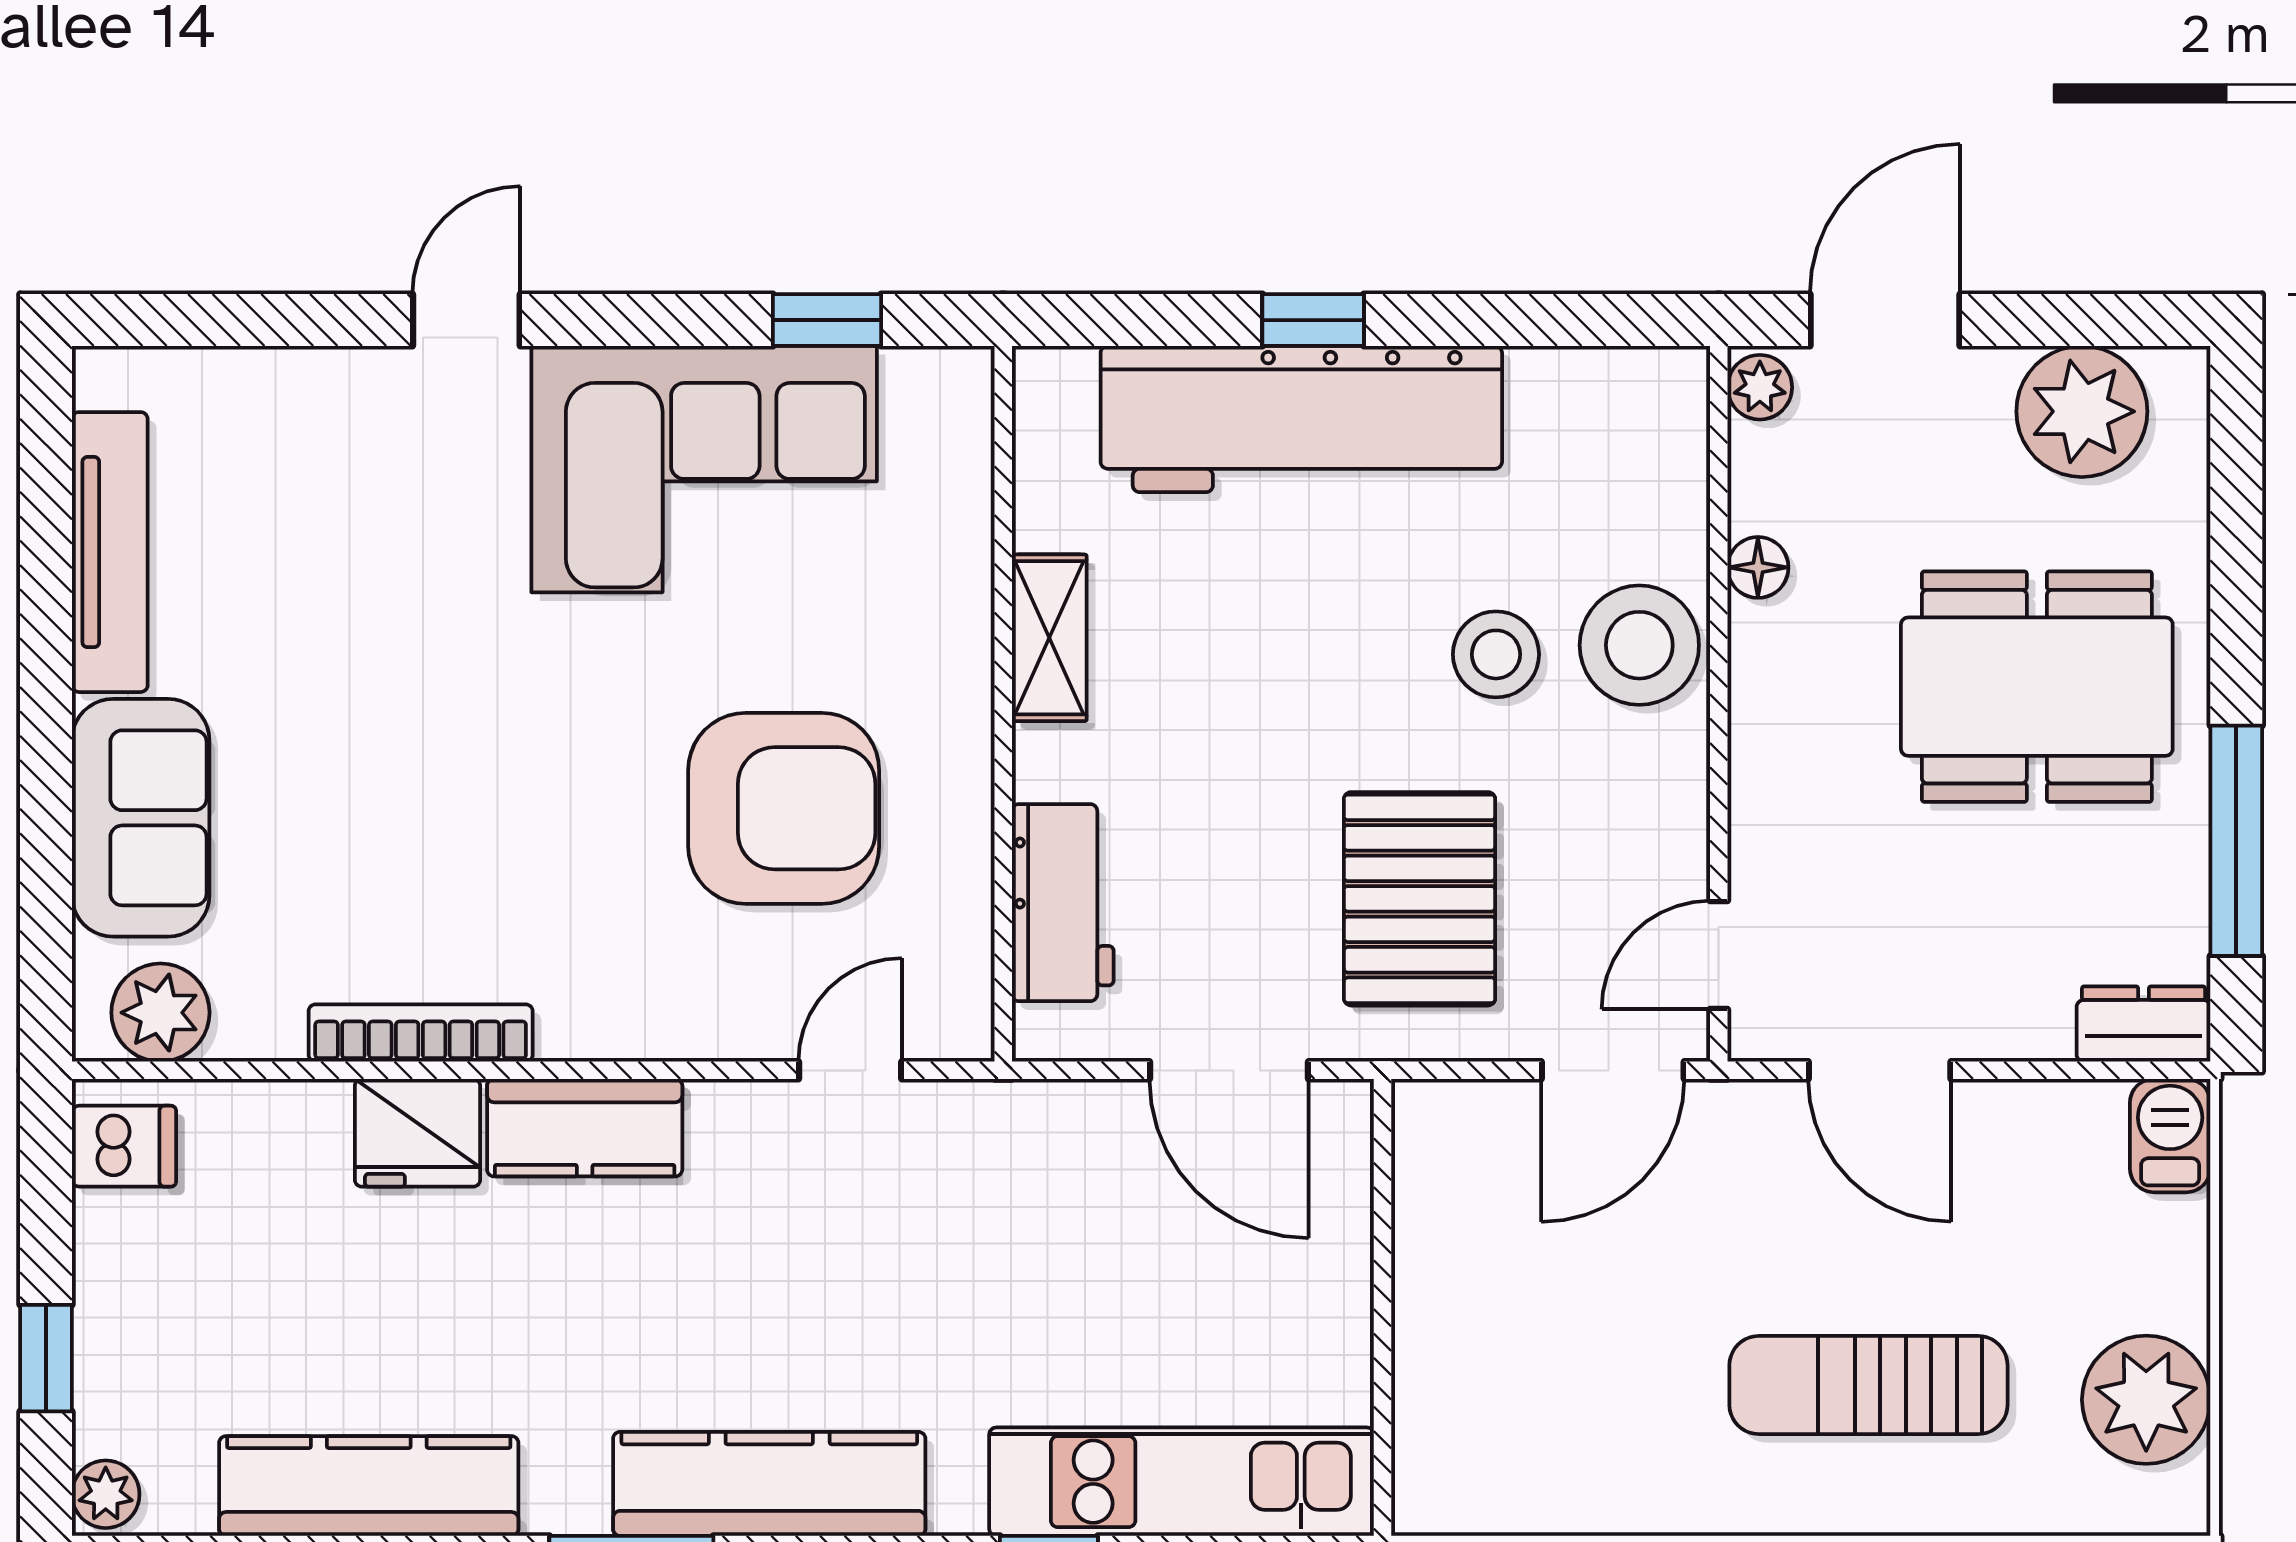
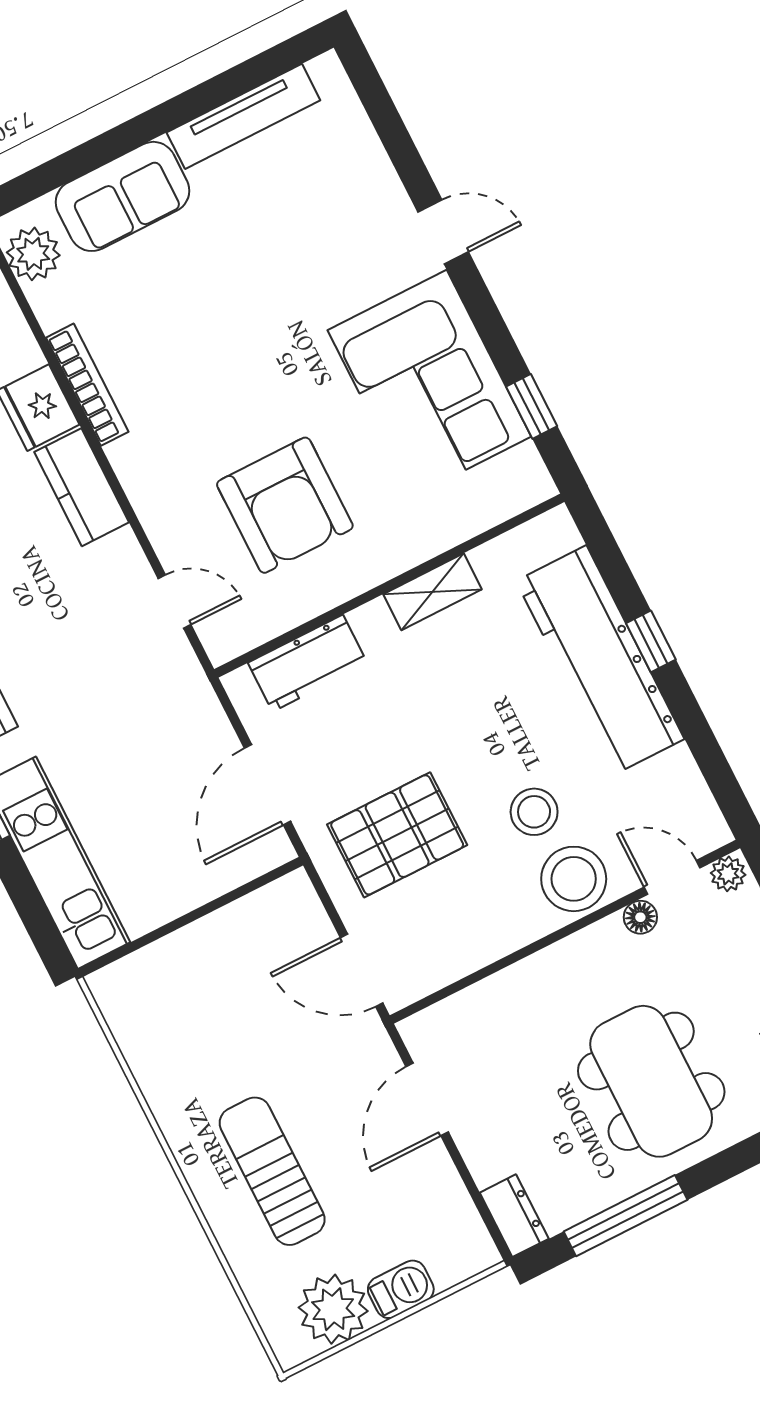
door: (1719, 955) -> (672, 877), moved
barbecue: (2170, 1136) -> (401, 1289), moved

